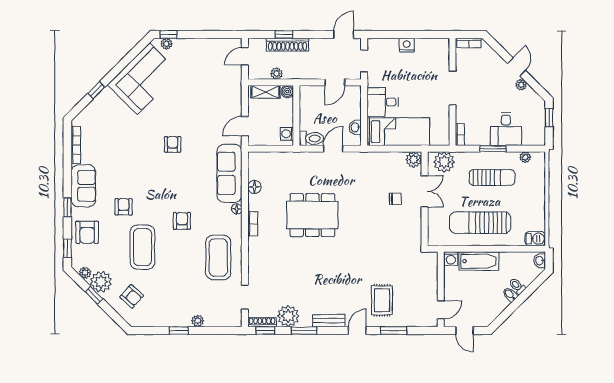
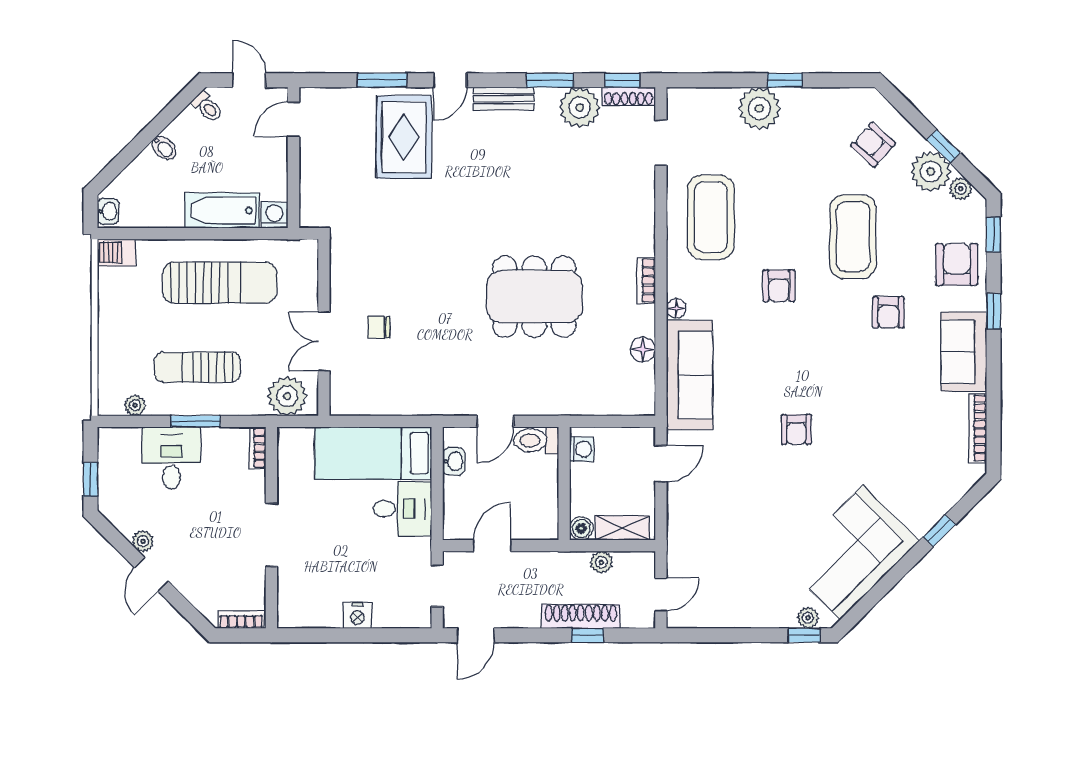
plant: (414, 160) -> (344, 401), removed
toilet: (517, 286) -> (207, 107), moved
rug: (382, 300) -> (404, 137), width x1.36, depth x1.43
plant: (198, 321) -> (759, 108), width x1.88, depth x1.88

